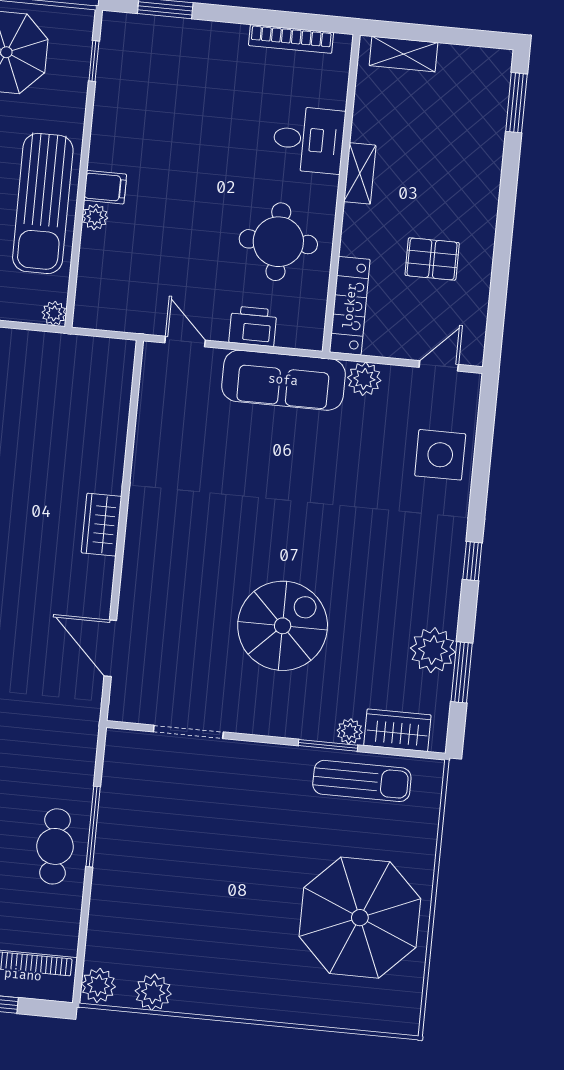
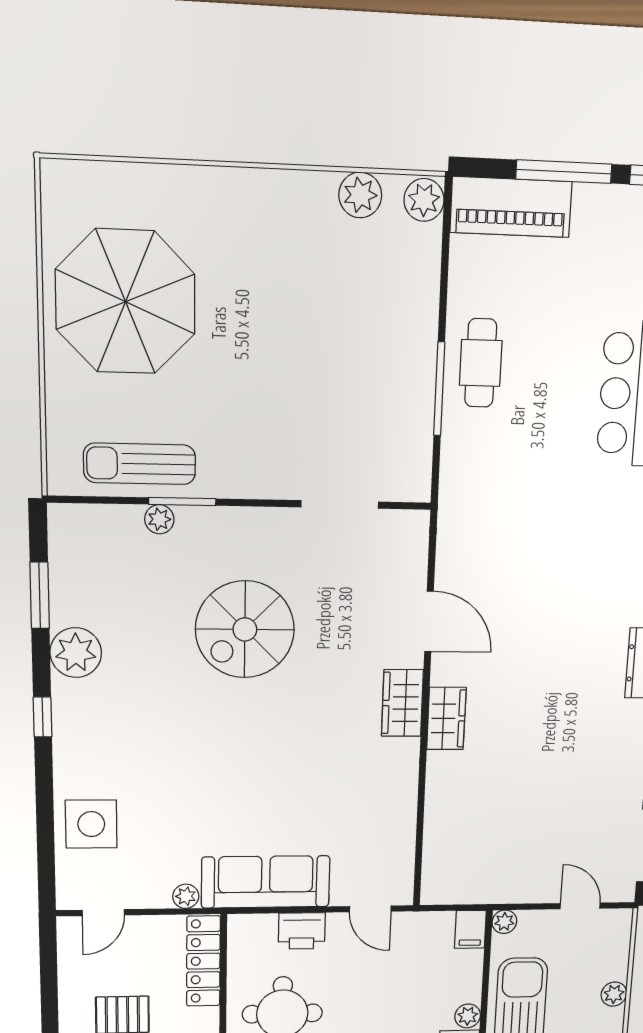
filing cabinet: (88, 309) -> (470, 929), added
plant: (364, 379) -> (186, 896), width x0.73, depth x0.73
door: (110, 648) -> (429, 622), moved
plant: (433, 650) -> (76, 653), moved
wardrobe: (397, 730) -> (402, 703), moved, turned 90

